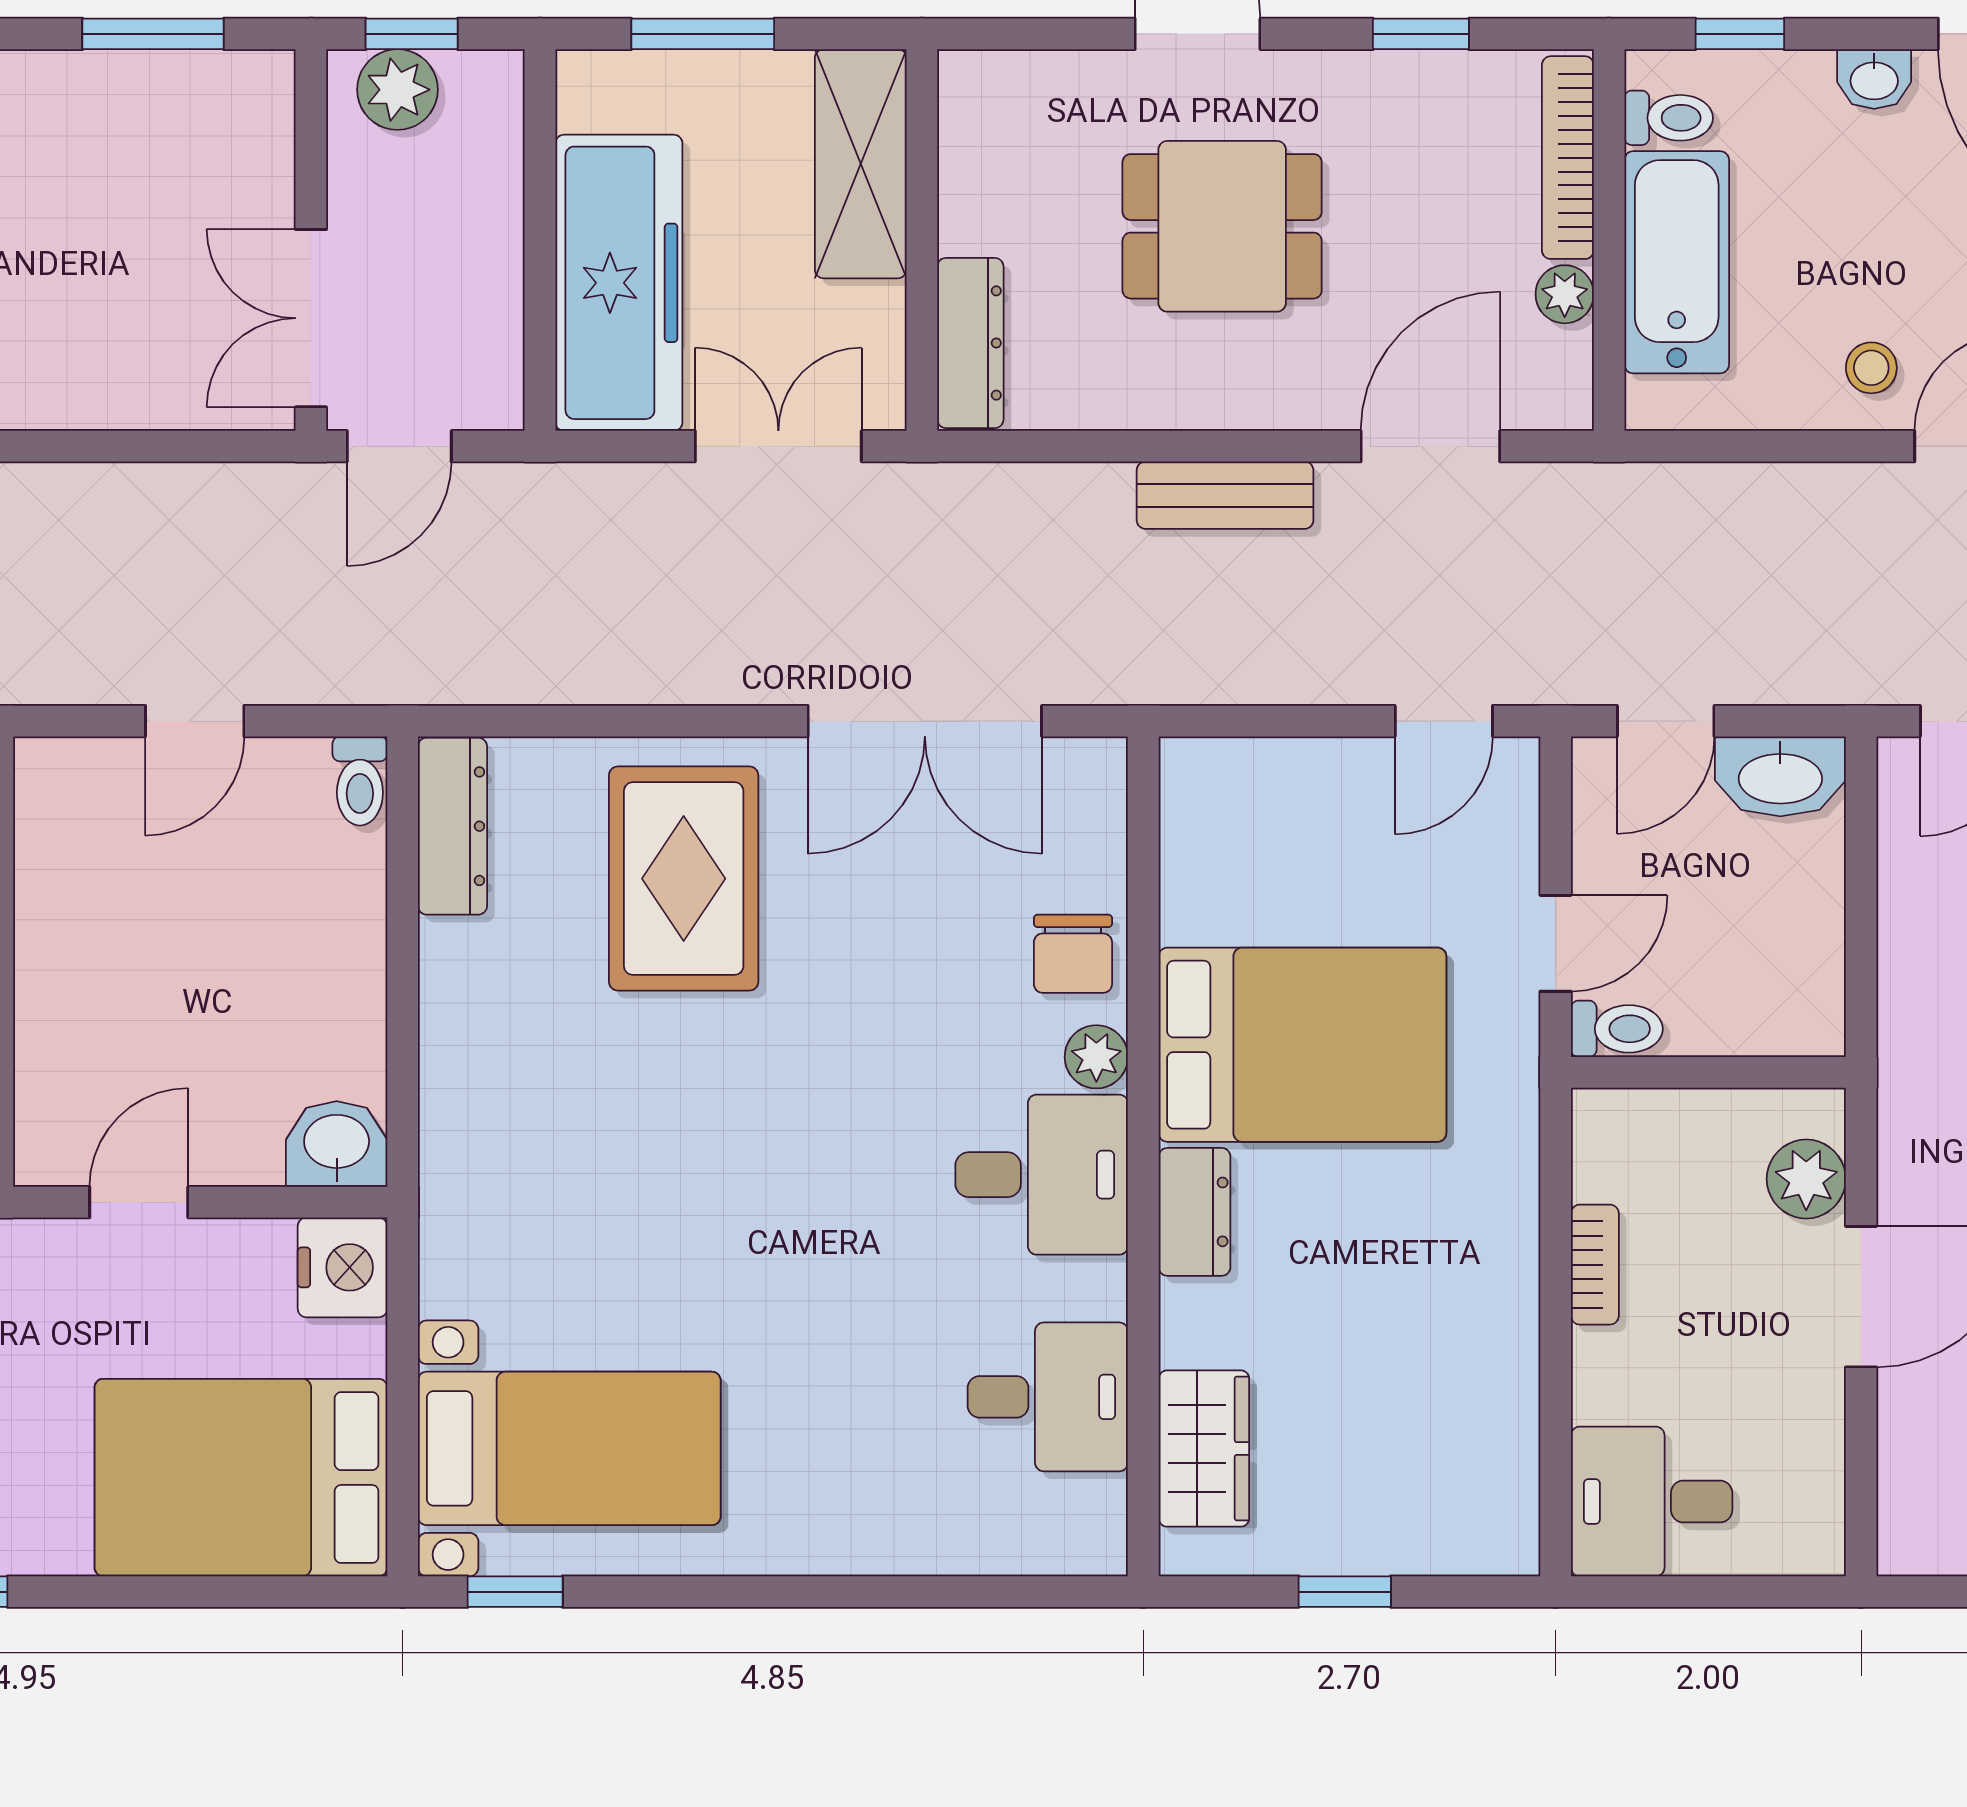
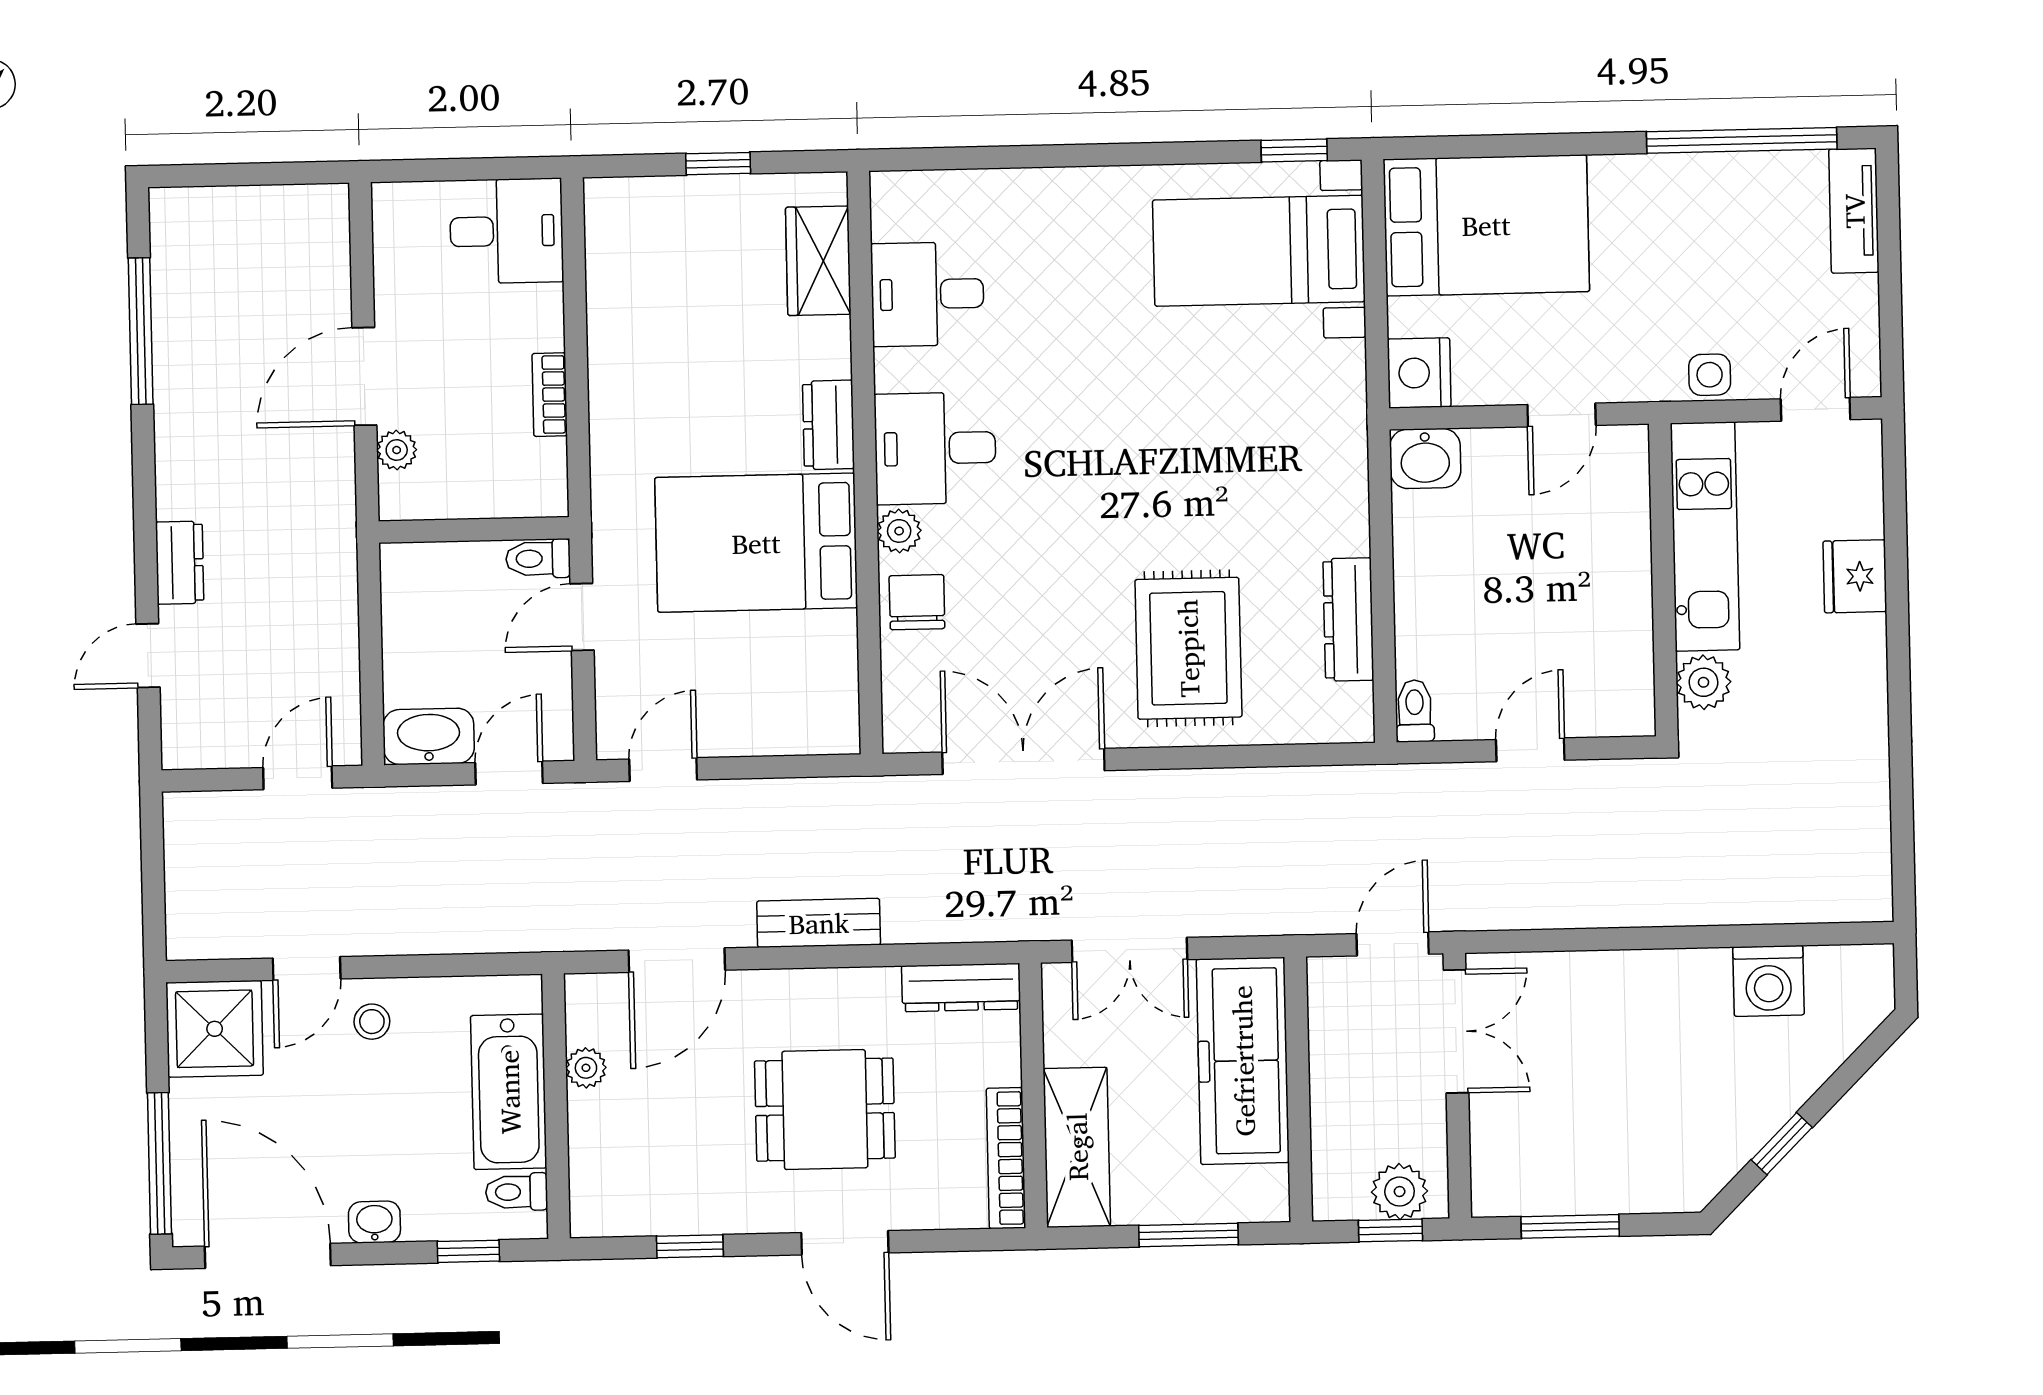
bookcase: (1568, 158) -> (1006, 1158), moved, turned 180
dresser: (970, 343) -> (961, 987), moved, turned -90
dresser: (452, 826) -> (1348, 619), moved
plant: (1806, 1179) -> (397, 450), width x0.73, depth x0.73

